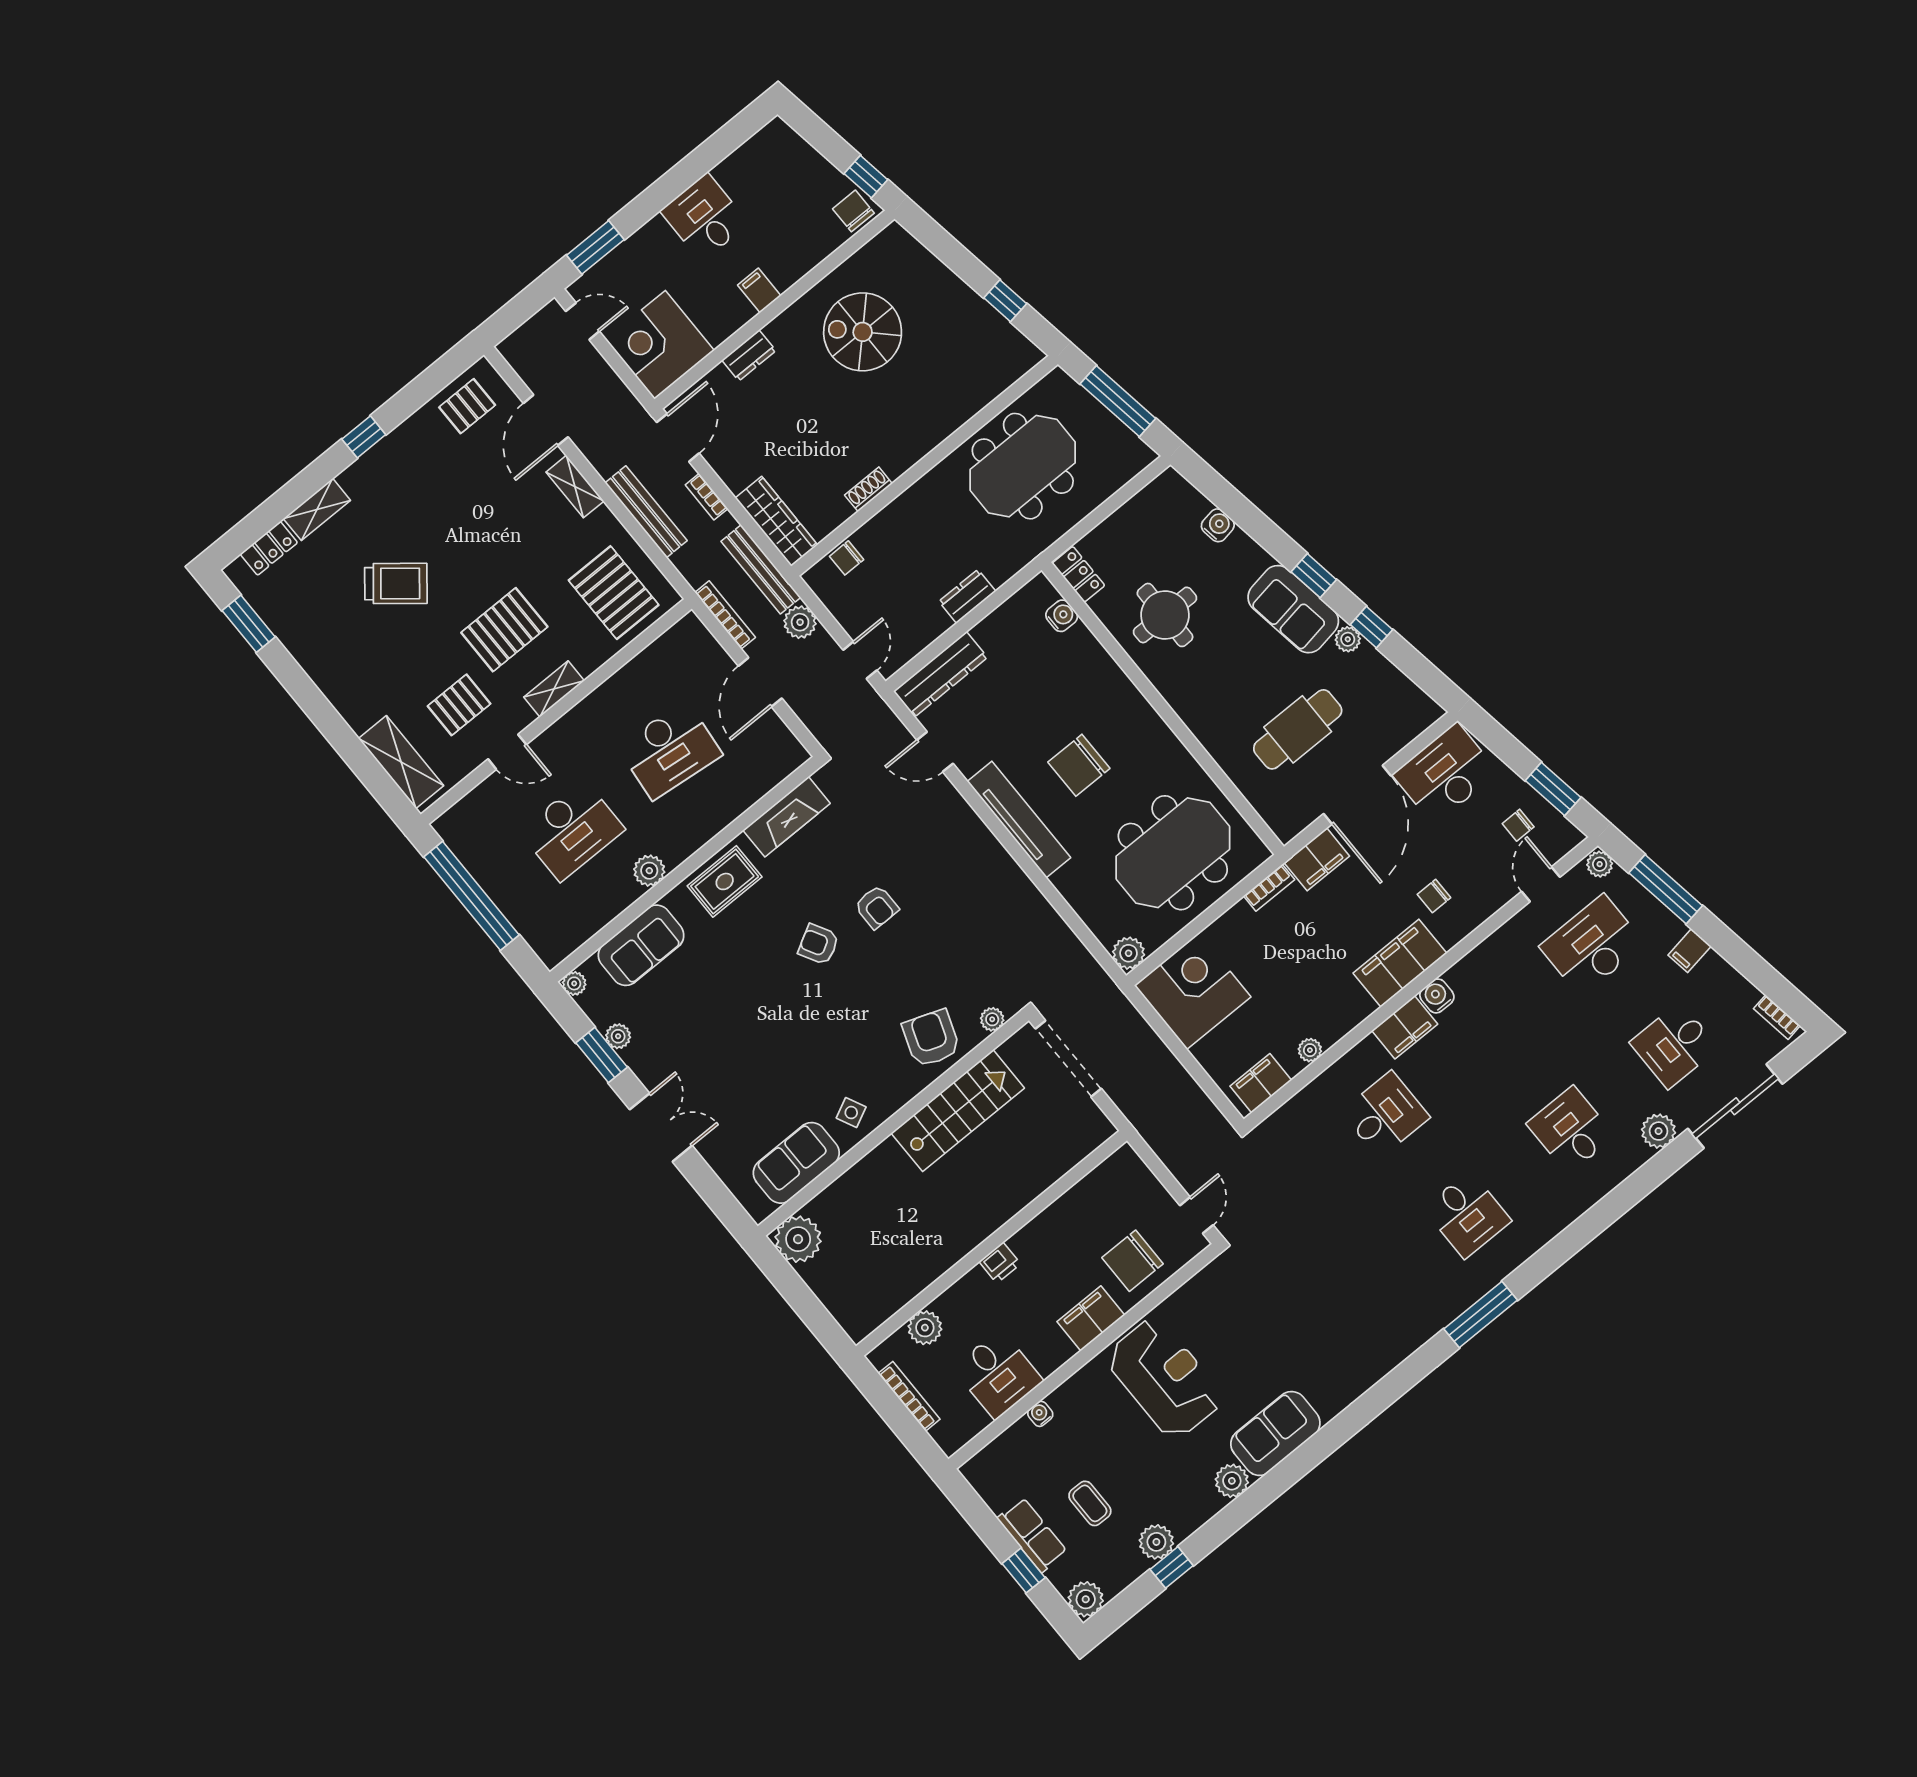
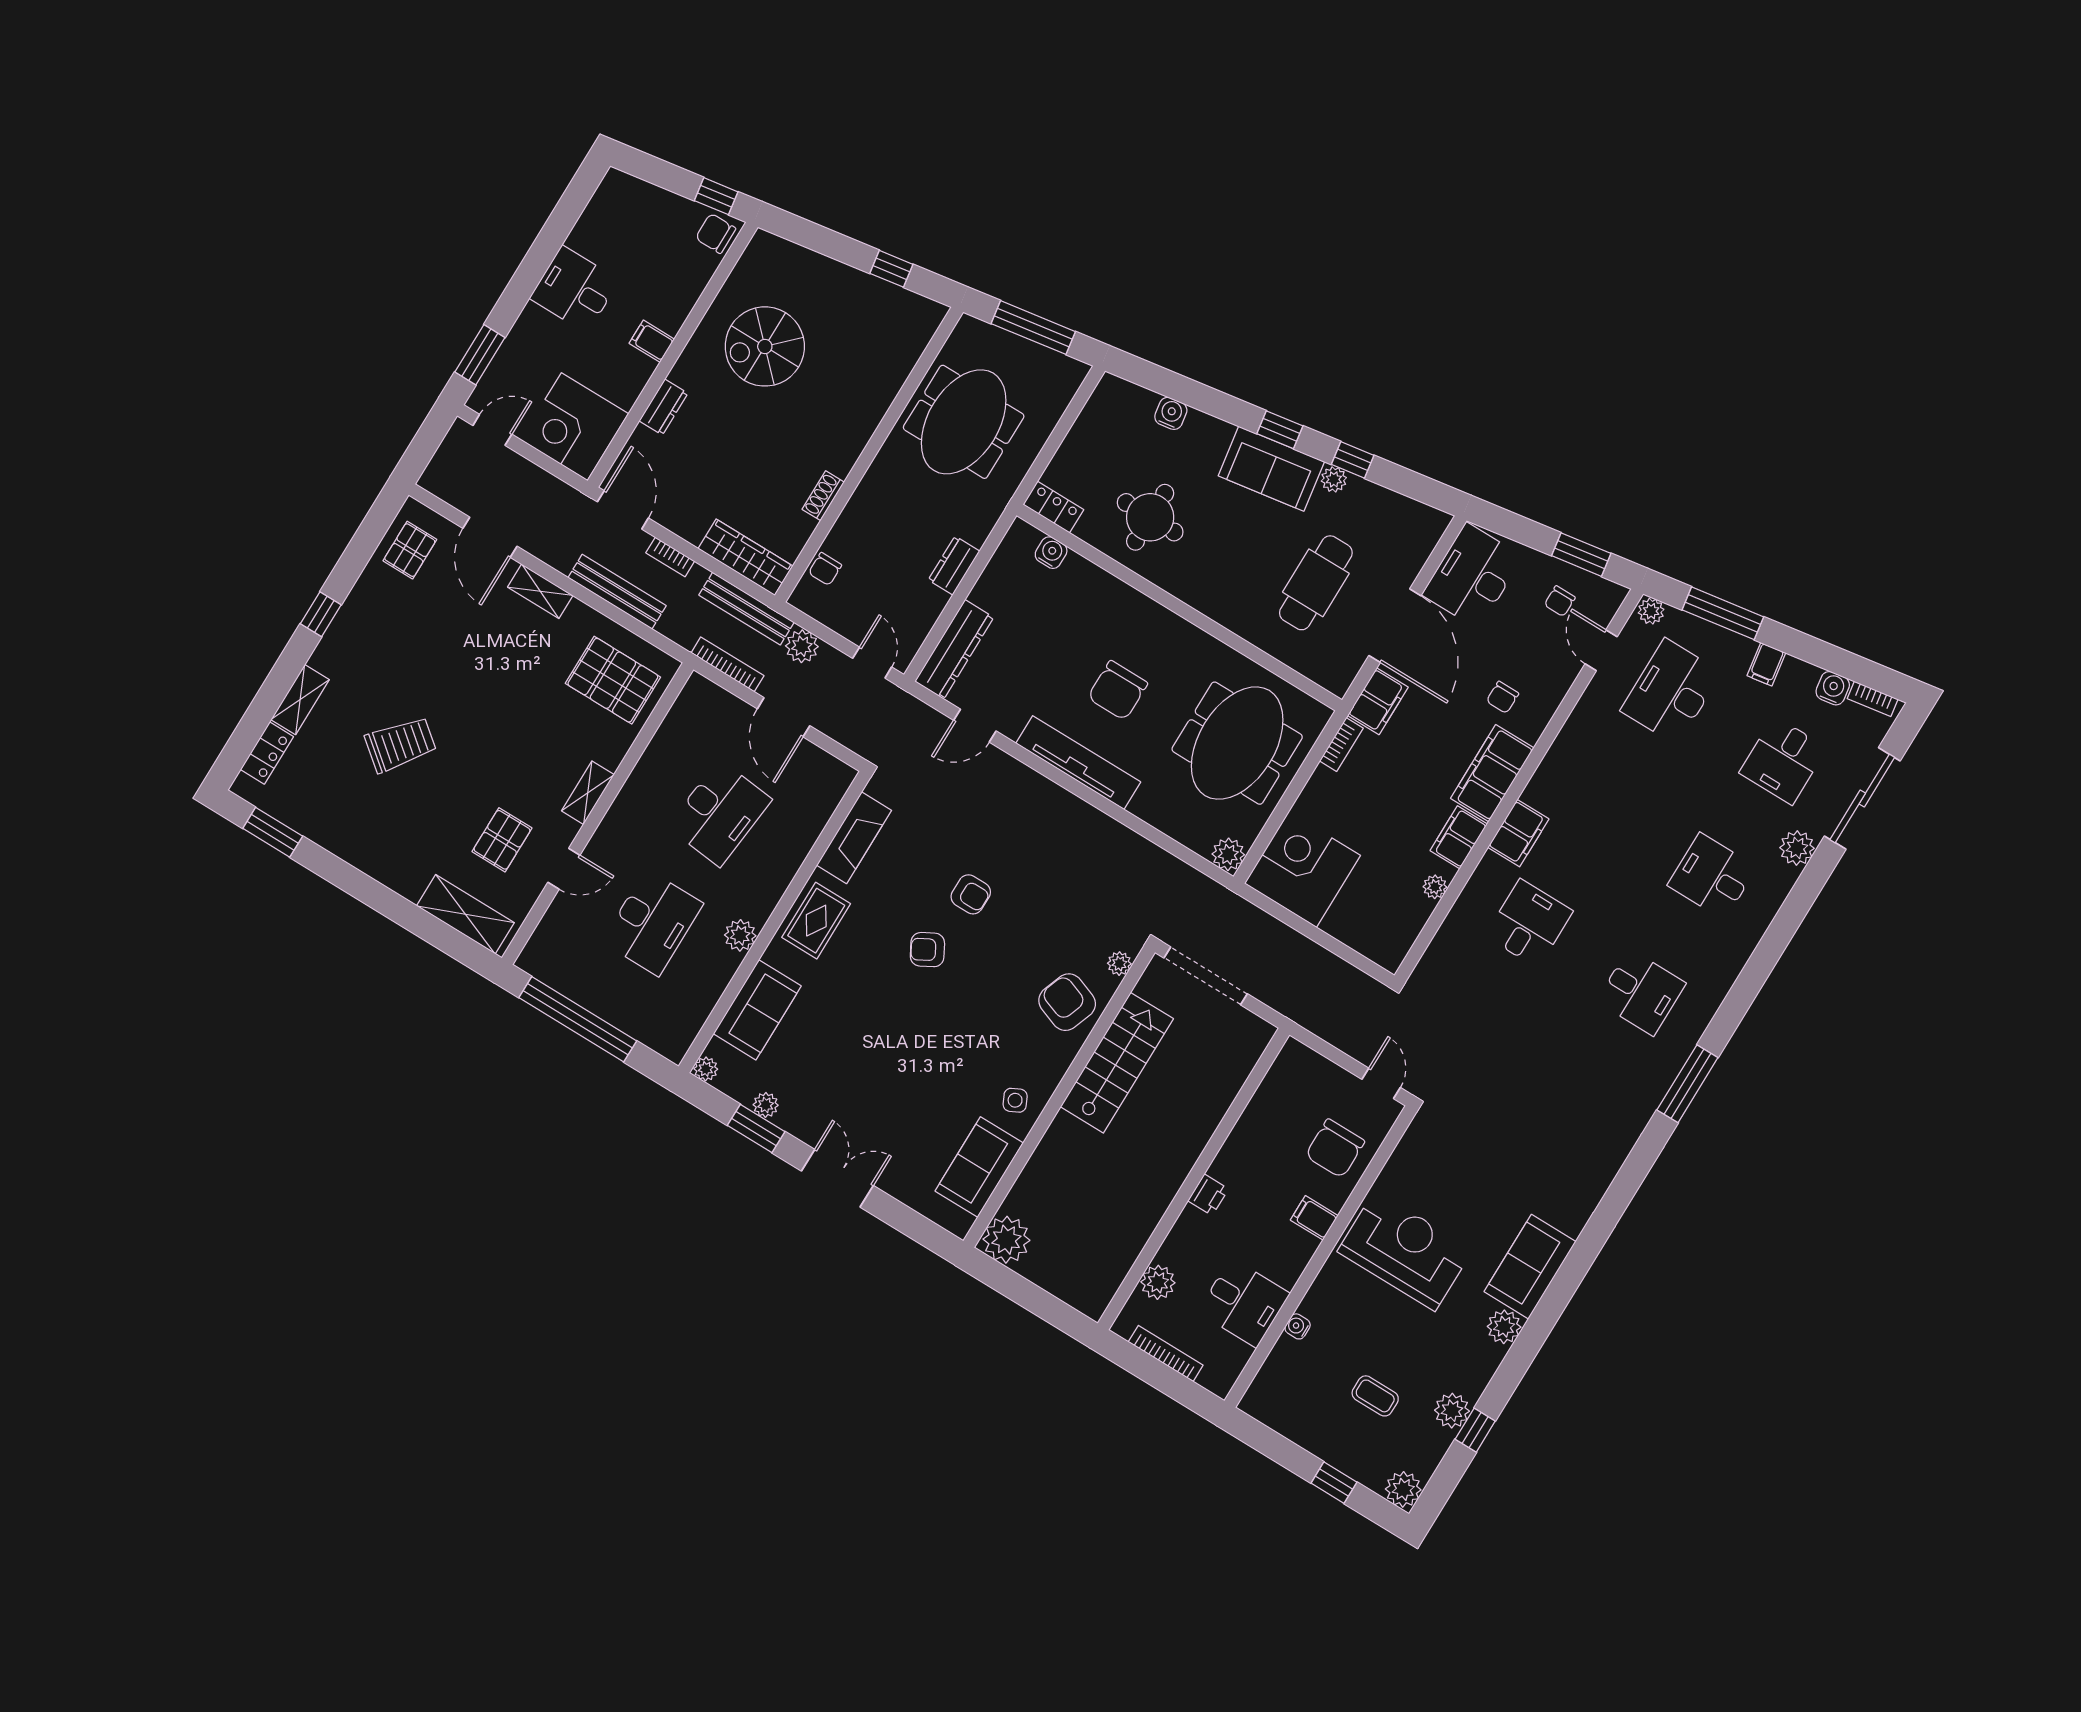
pallet: (504, 630) -> (520, 752), removed
water cooler: (1437, 996) -> (1833, 688), moved, turned 81
filing cabinet: (1261, 1083) -> (1459, 837), moved
filing cabinet: (1091, 1318) -> (1314, 1218), width x0.50
row of seats: (1032, 1535) -> (1330, 1446), removed

